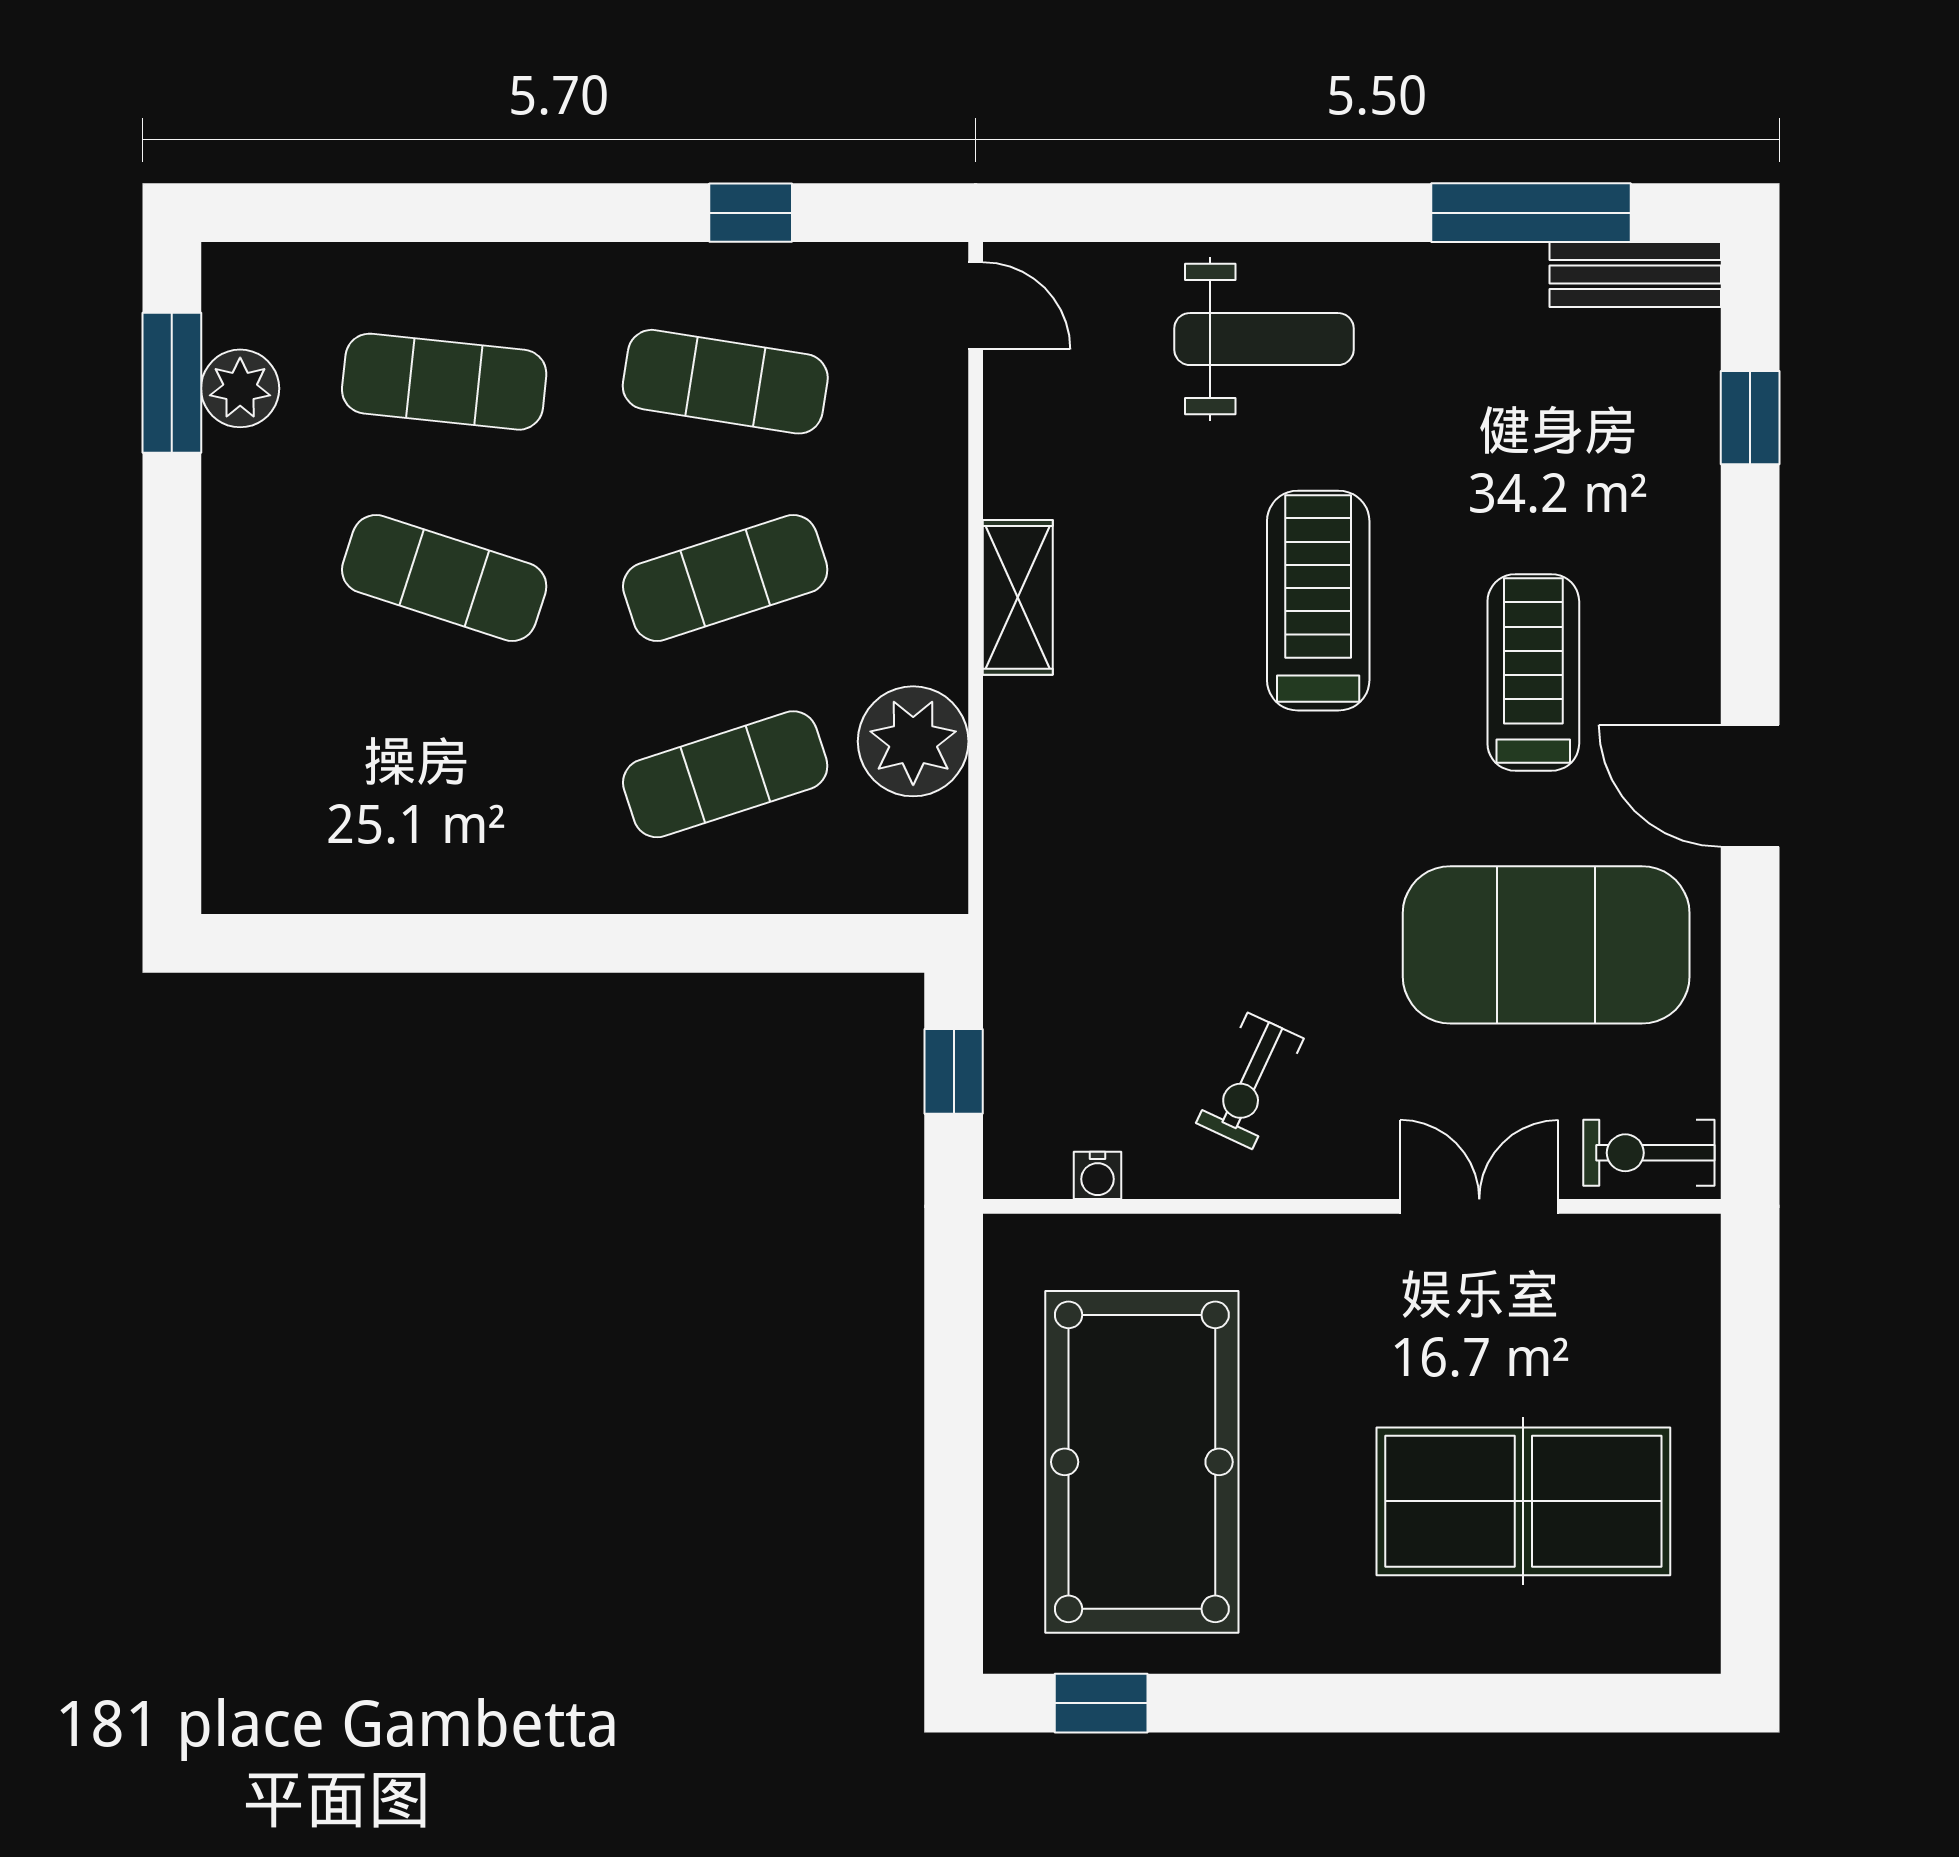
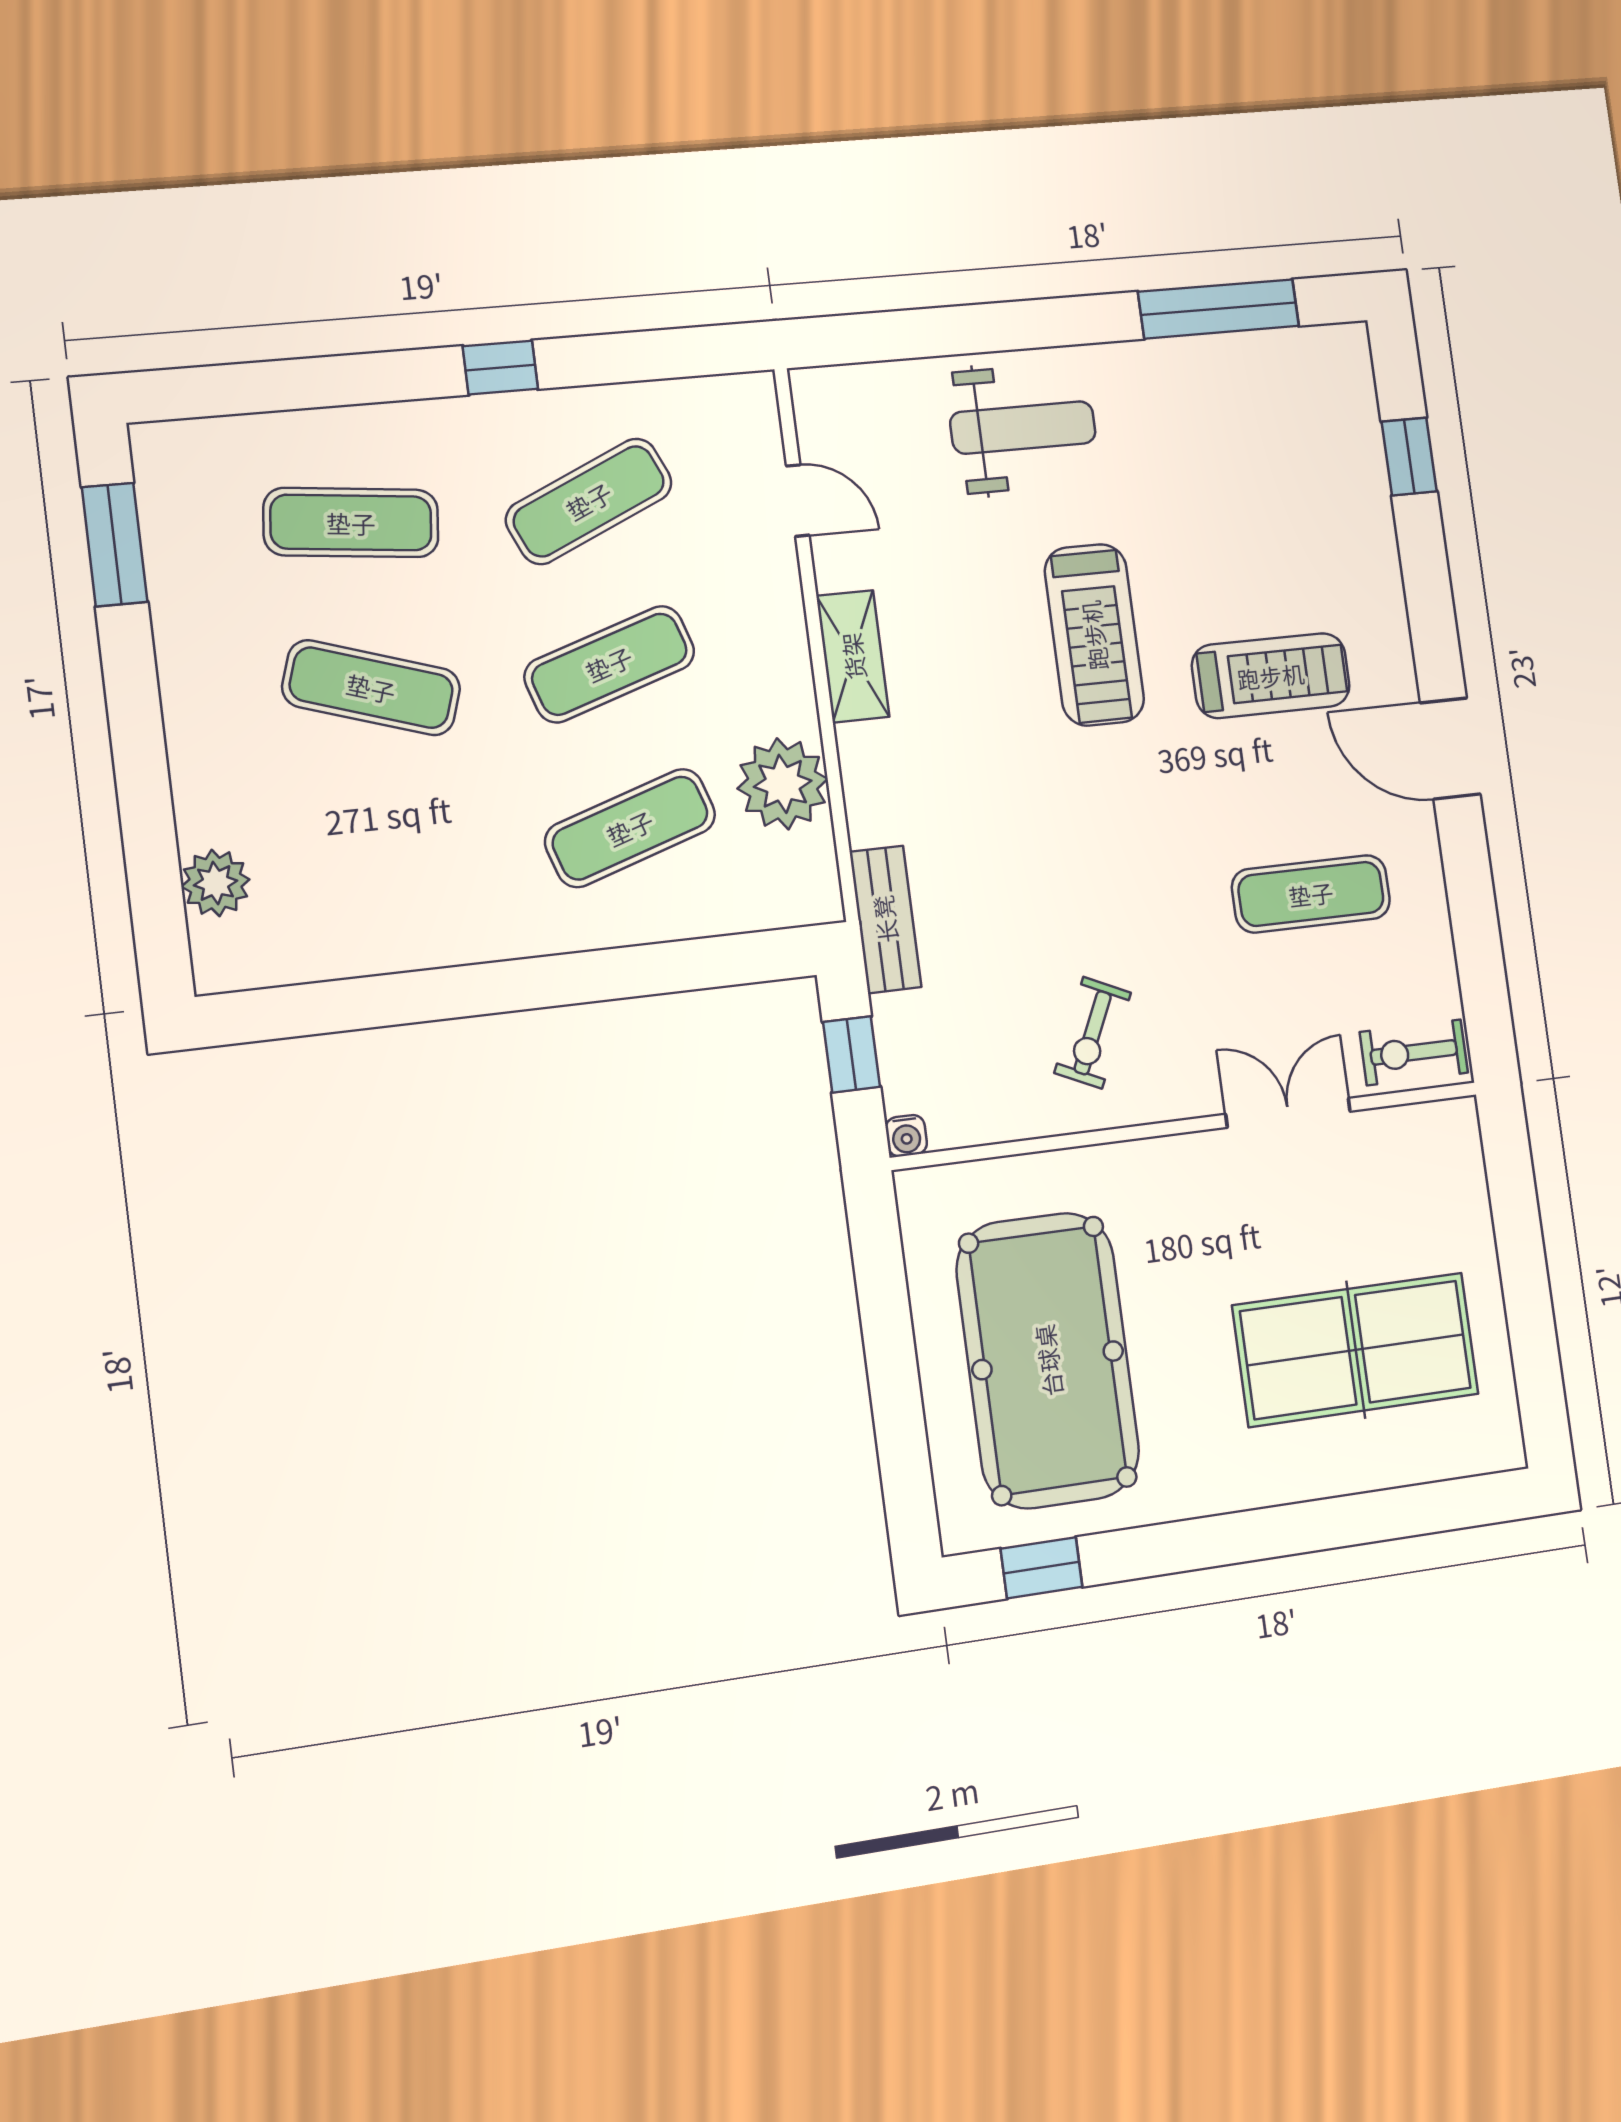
window: (751, 213) -> (500, 367), moved
bench: (1635, 275) -> (885, 919), moved, turned 90
door: (976, 306) -> (798, 501), moved
exercise mat: (725, 382) -> (589, 501), turned -33
plant: (240, 388) -> (216, 883), moved
treadmill: (1318, 601) -> (1094, 635), turned 180
treadmill: (1533, 672) -> (1271, 676), turned 90
exercise mat: (1546, 945) -> (1311, 894), width x0.50, depth x0.69
water cooler: (1098, 1175) -> (906, 1136), moved

